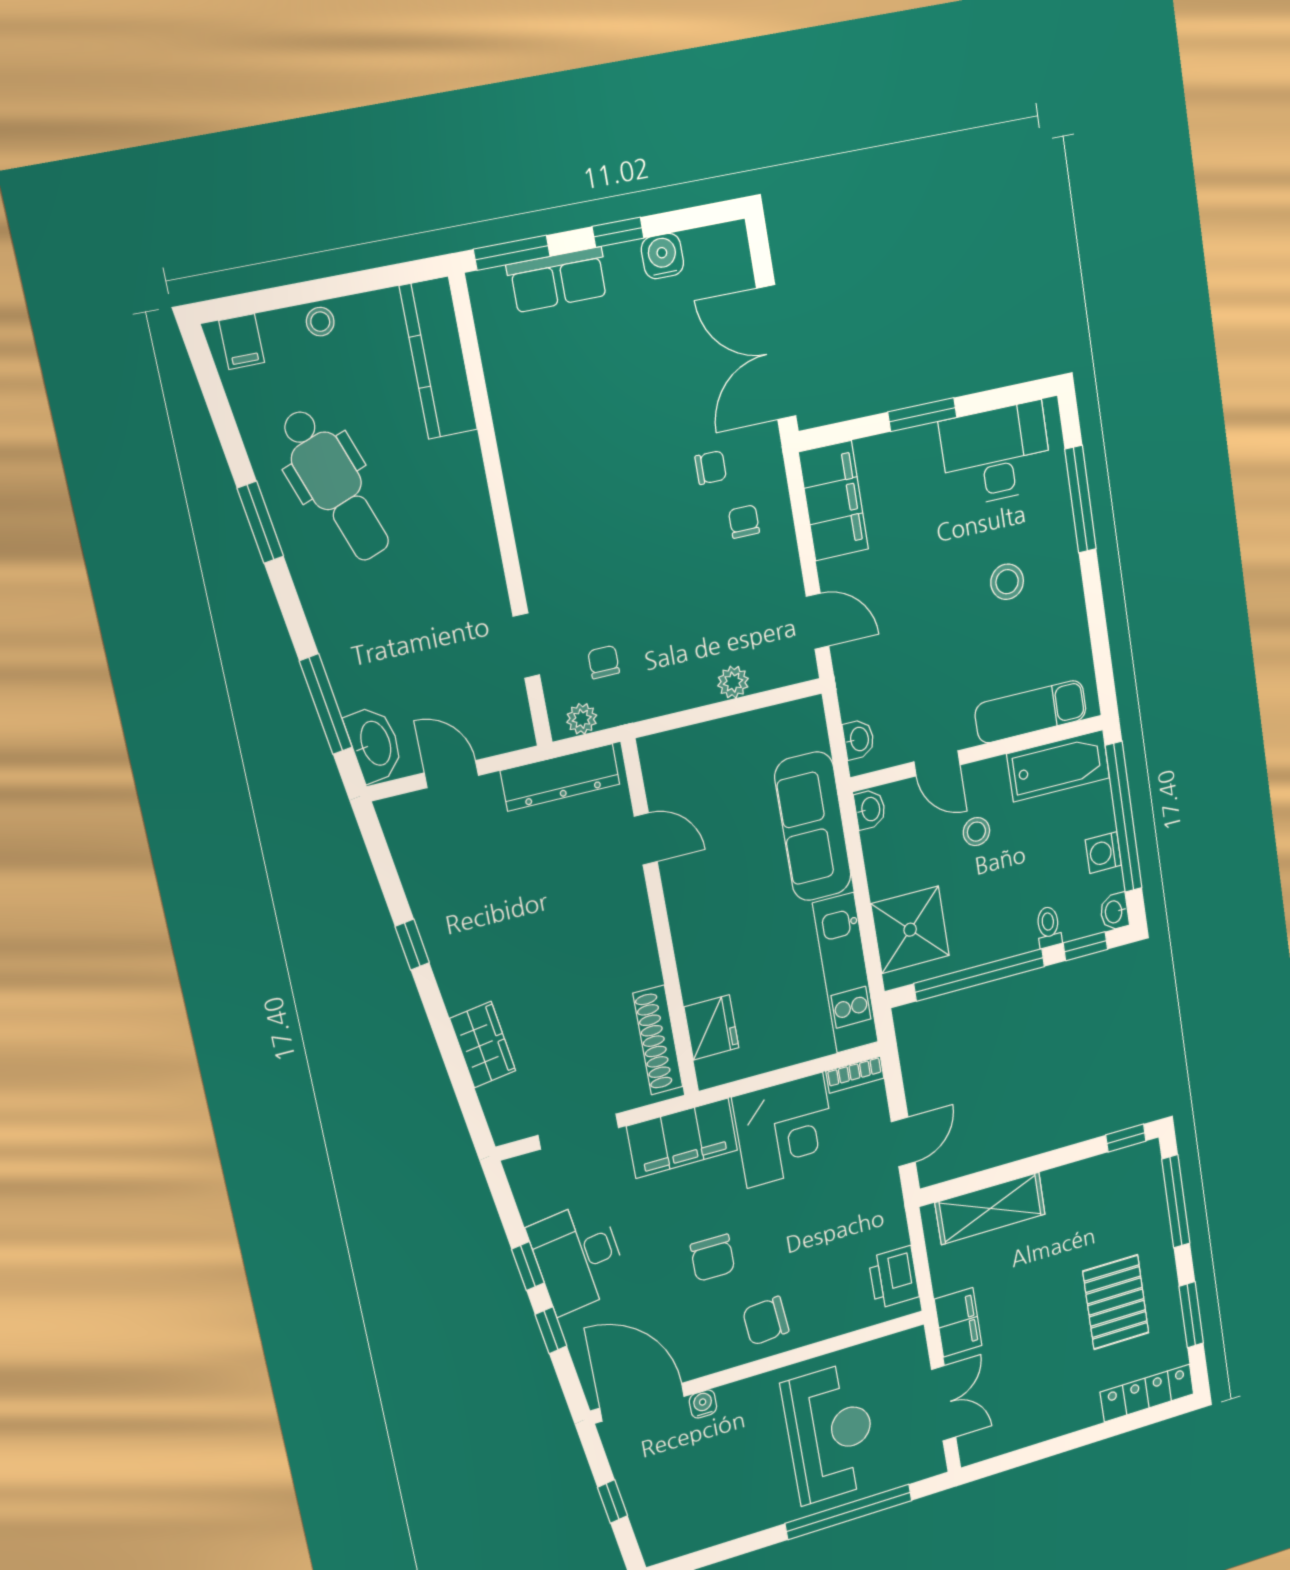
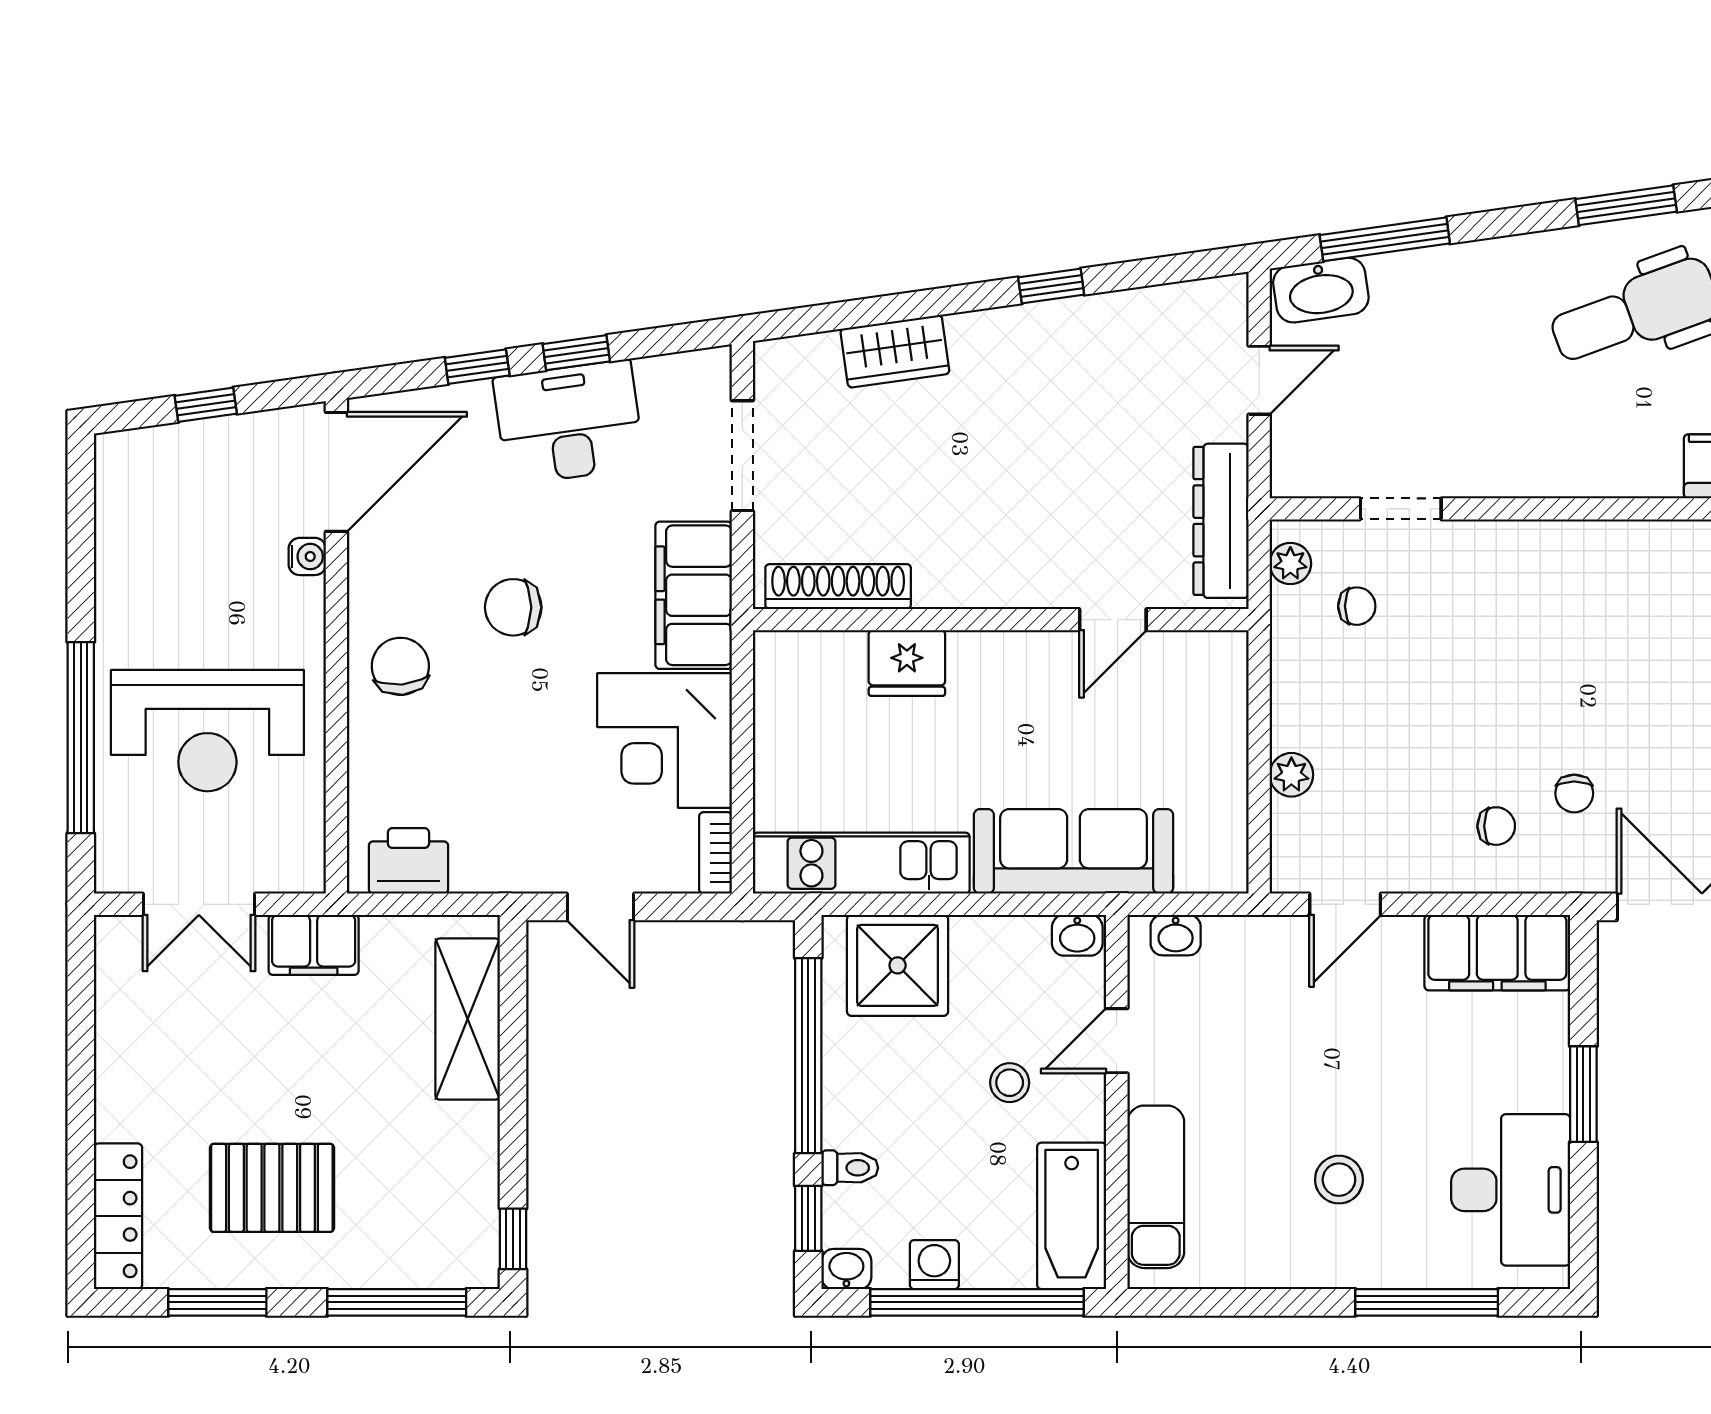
fridge: (711, 1027) -> (907, 663), moved

